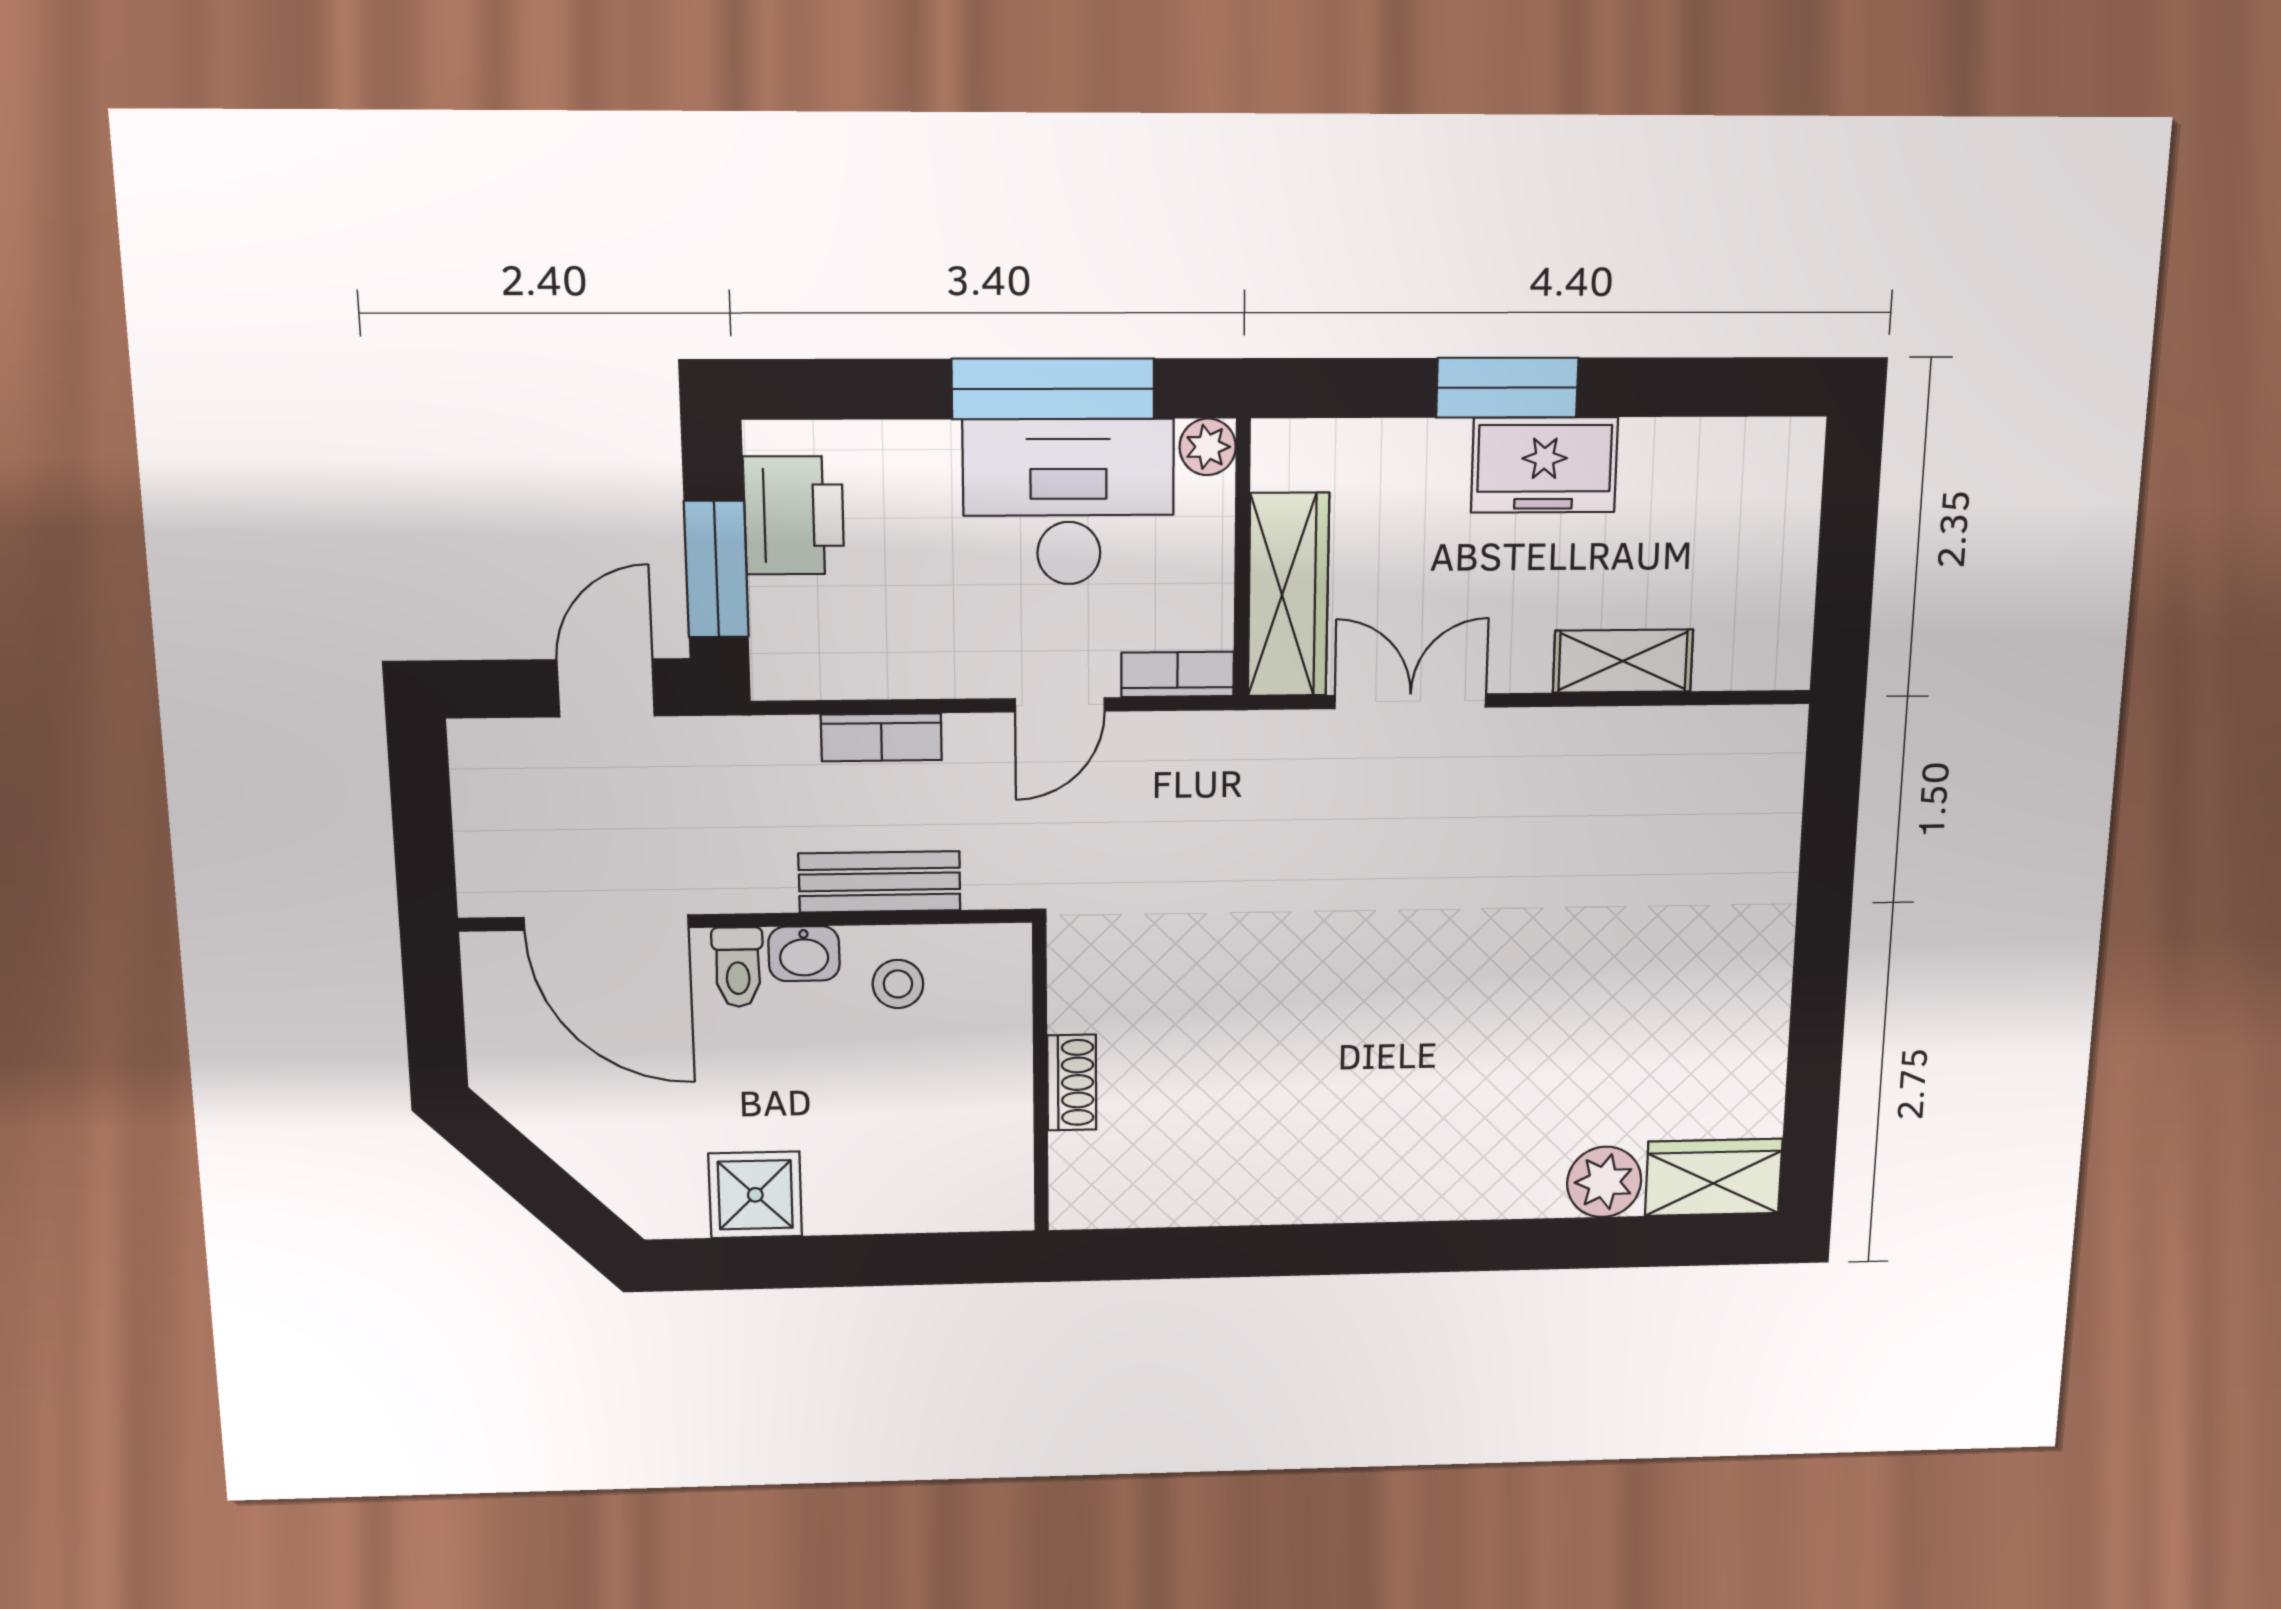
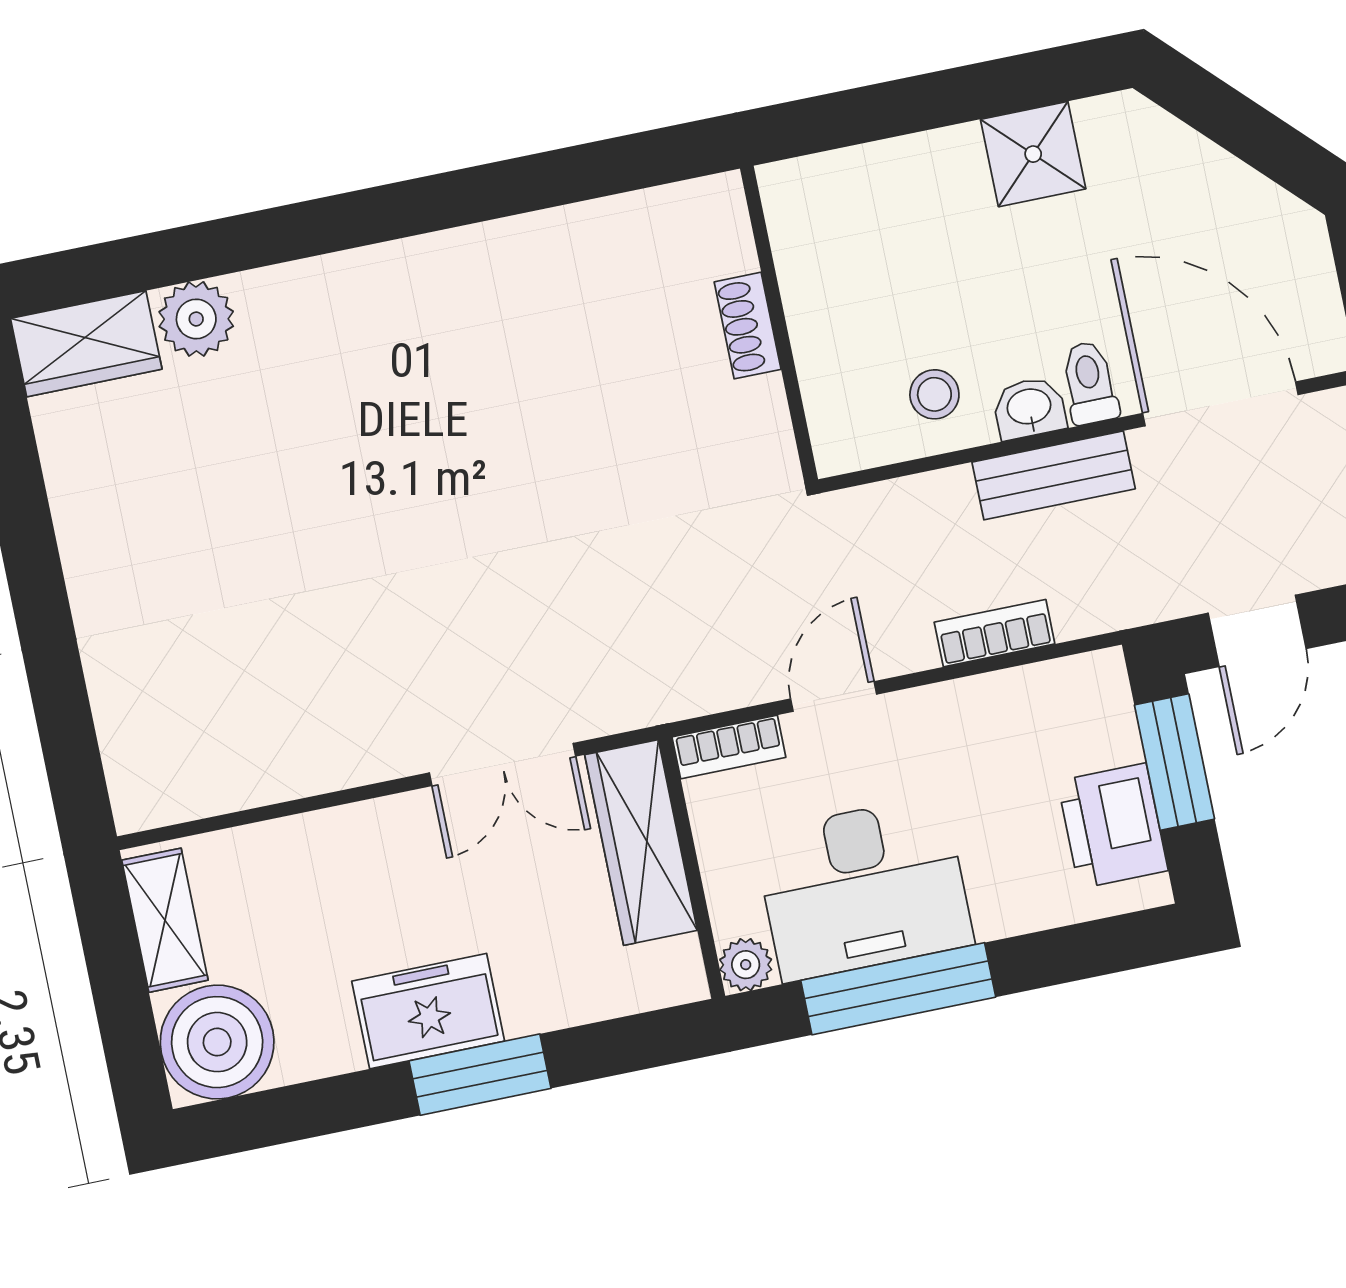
boiler: (1764, 477) -> (217, 1042), added
shelving: (1623, 661) -> (165, 920), moved, turned 90
bench: (880, 882) -> (1054, 475), moved

